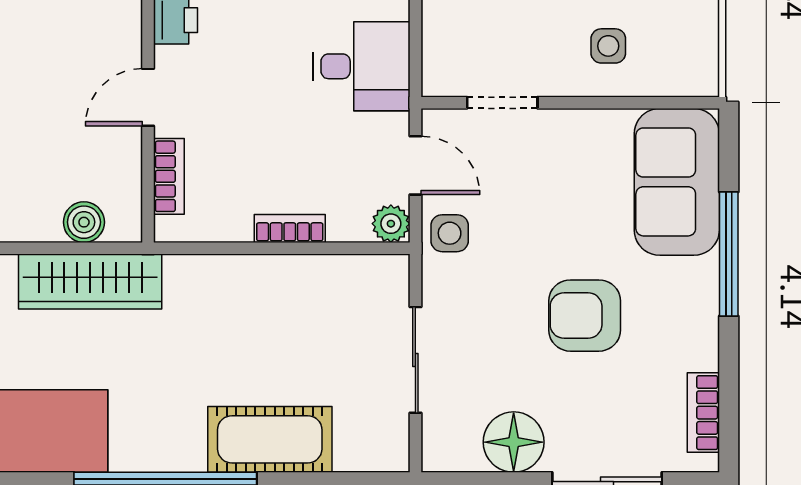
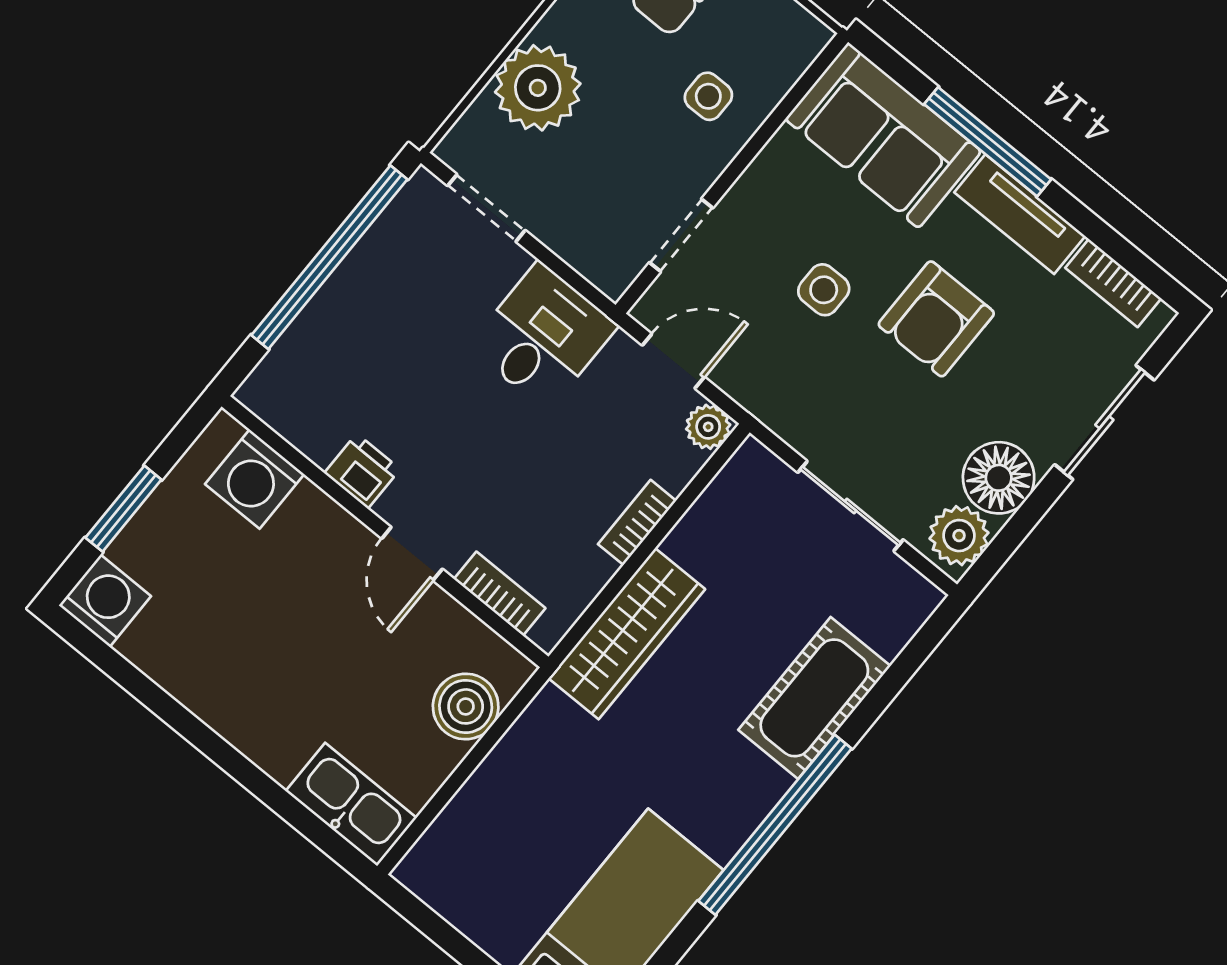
boiler: (84, 222) -> (466, 706), width x1.36, depth x1.36
side table: (450, 233) -> (824, 290), moved
wardrobe: (90, 281) -> (627, 634), moved
tv unit: (698, 314) -> (1020, 214), added
plant: (454, 447) -> (959, 536), added

